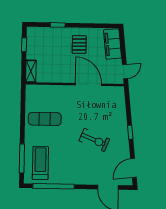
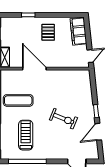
door: (88, 85) -> (34, 69), moved
treadmill: (40, 163) -> (26, 135), moved
door: (133, 168) -> (98, 132), moved

